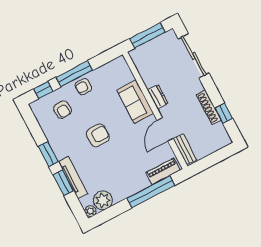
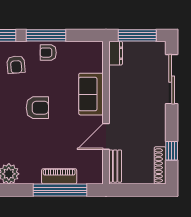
dresser: (158, 97) -> (116, 53), moved
shoe rack: (209, 107) -> (160, 165), moved
piano: (163, 171) -> (59, 176), moved

